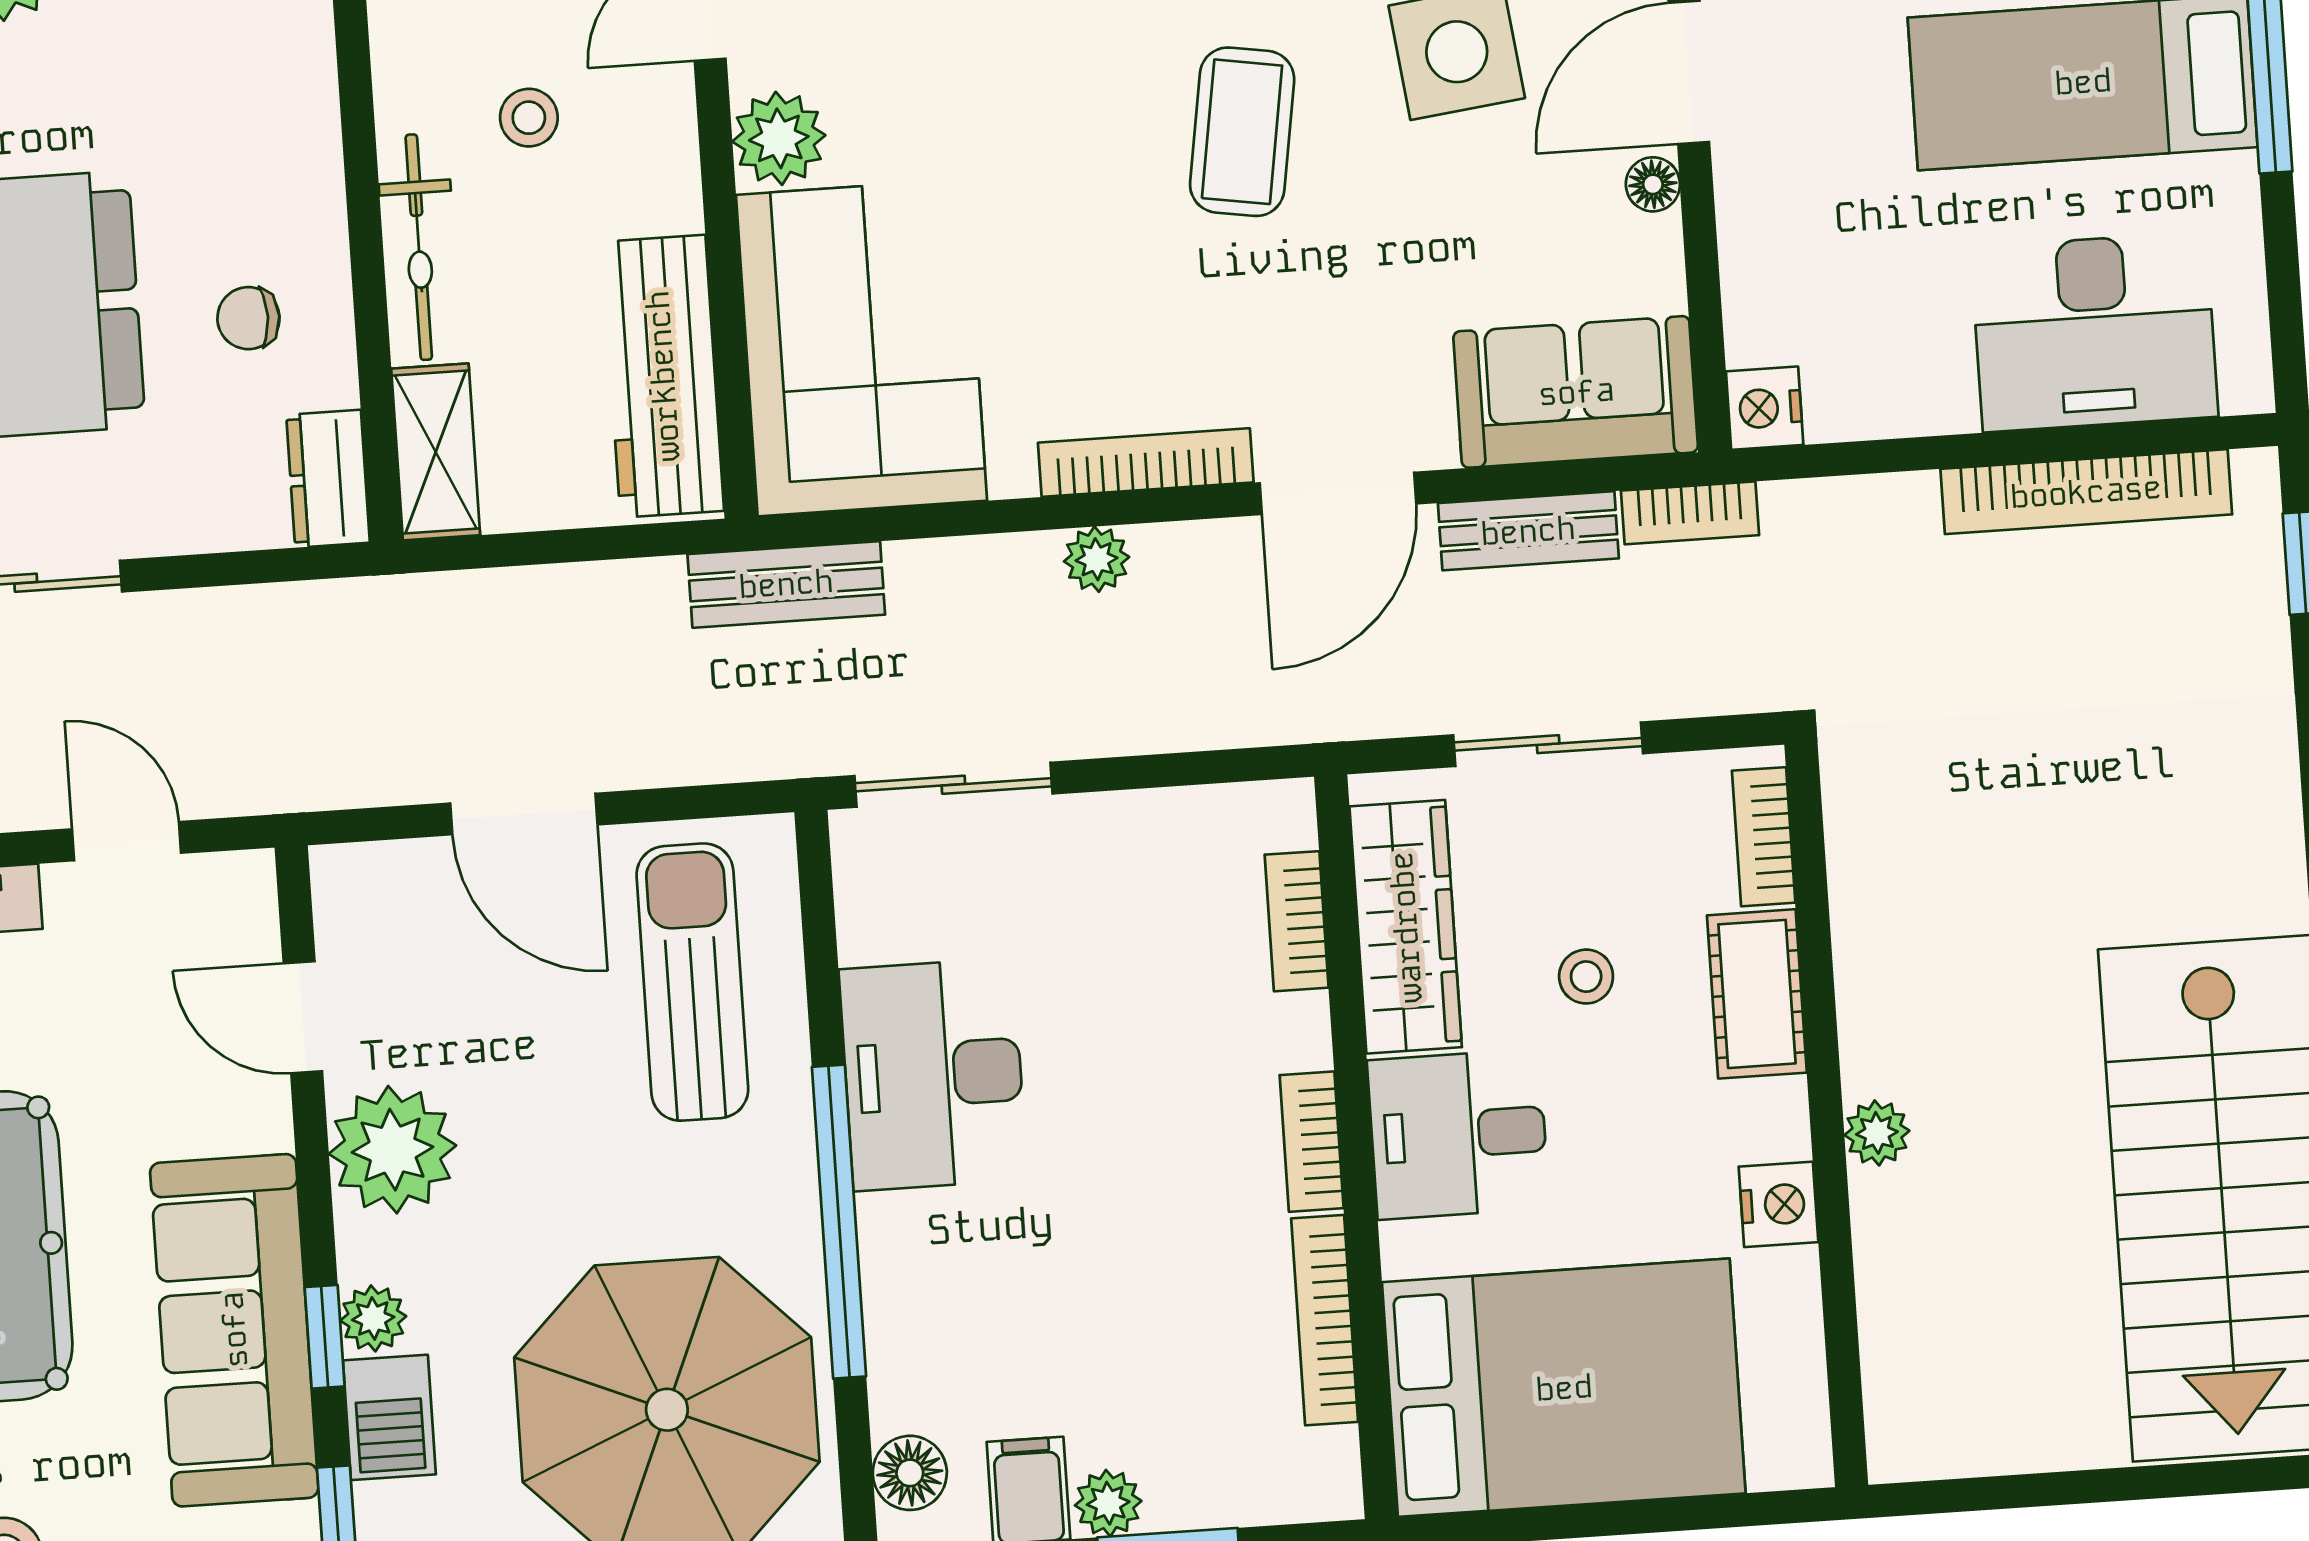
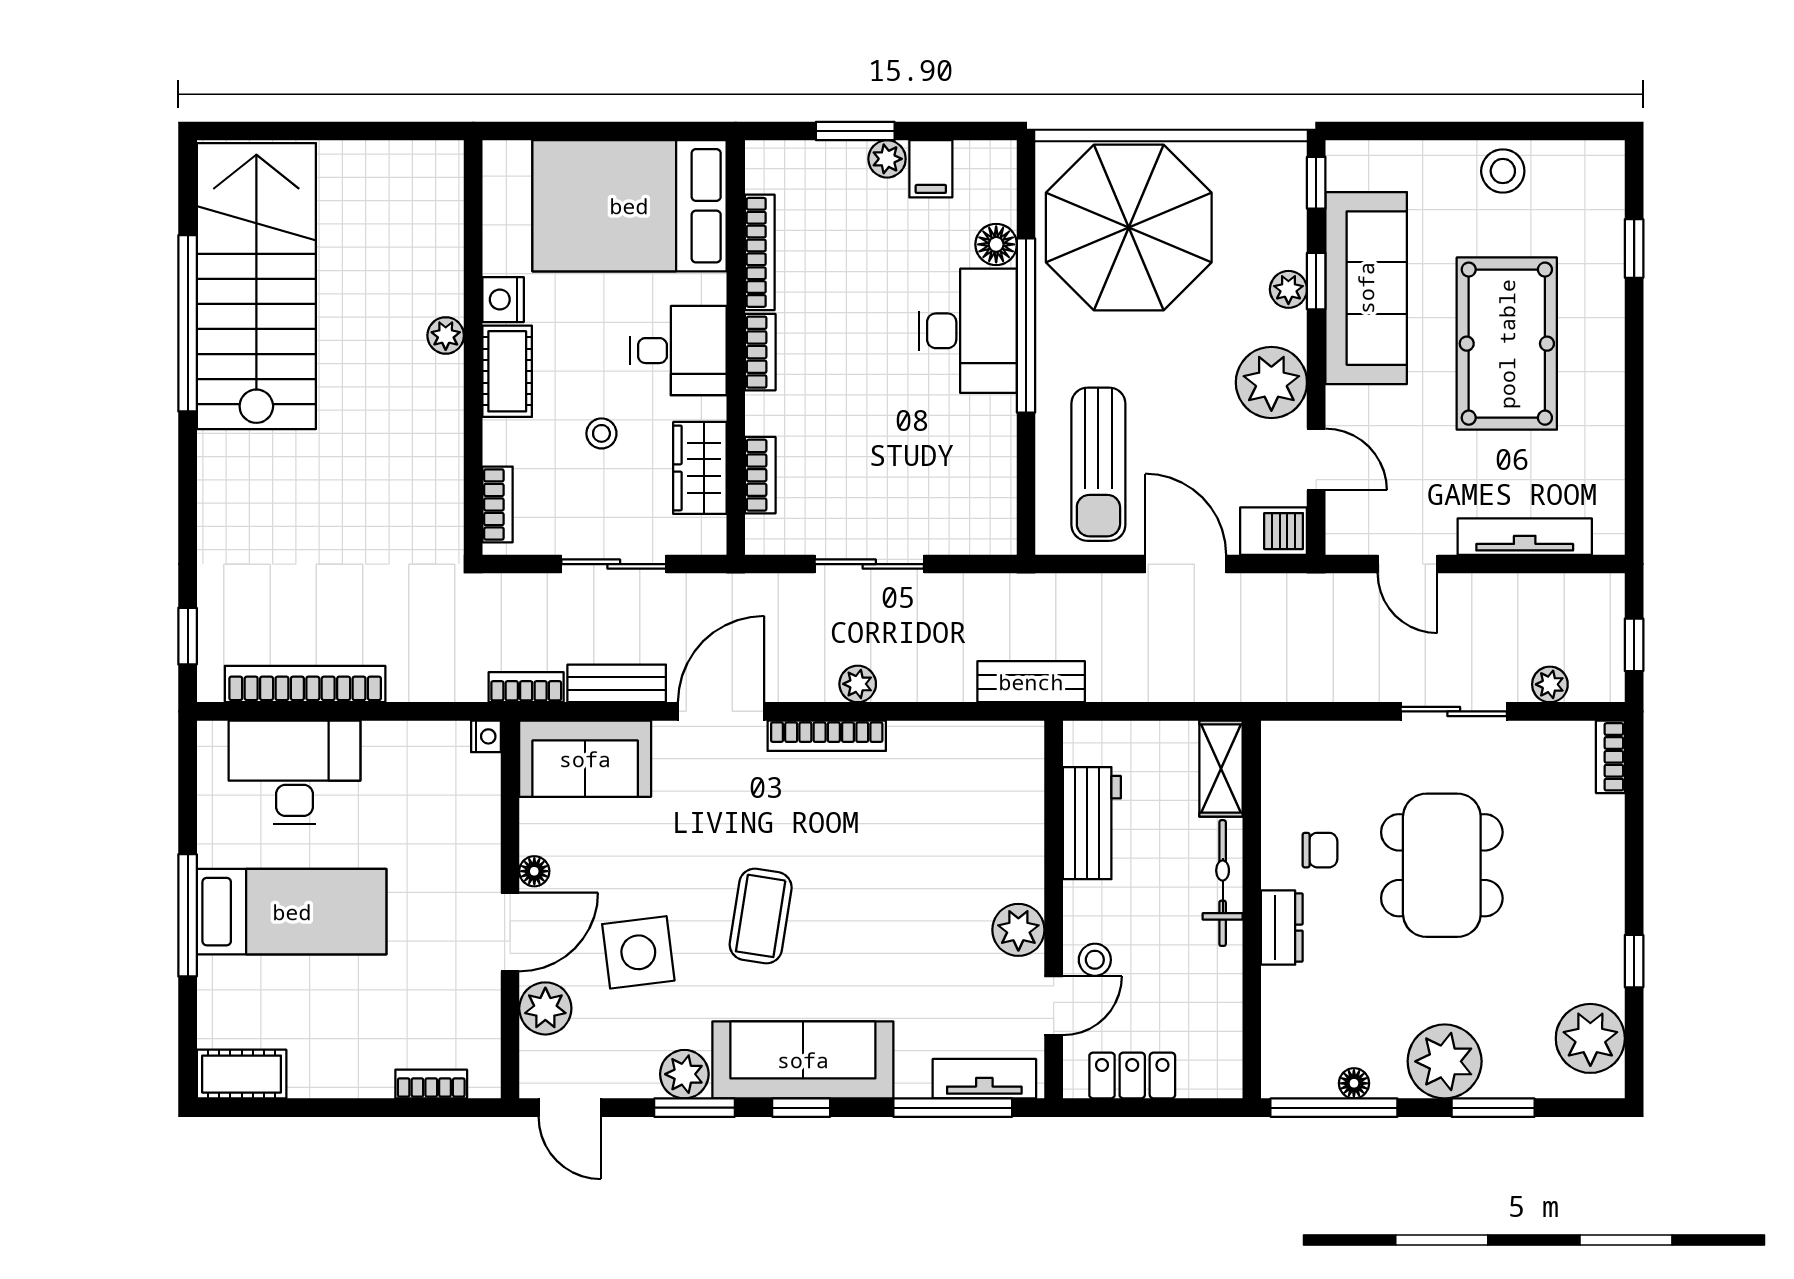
stool: (529, 118) -> (1095, 960), moved
corner sofa: (861, 348) -> (980, 810), removed
workbench: (663, 376) -> (1092, 823), width x0.73
nightstand: (1765, 408) -> (486, 736), width x0.72, depth x0.74
dresser: (328, 479) -> (1282, 928), moved
sliding door: (953, 785) -> (869, 564), moved
wardrobe: (1406, 927) -> (700, 468), width x0.67
cot: (1757, 994) -> (507, 371), moved
desk: (933, 1075) -> (968, 331), moved
barbecue: (389, 1417) -> (1274, 531), moved, turned 90
floor lamp: (910, 1473) -> (996, 244), moved

